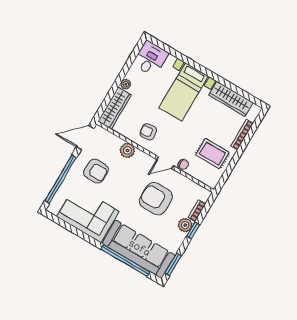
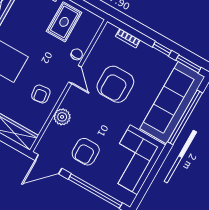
door: (85, 138) -> (48, 164), hinge flipped
armchair: (96, 171) -> (86, 152), turned 180
plant: (185, 225) -> (144, 51), removed
window: (193, 230) -> (162, 49), moved

